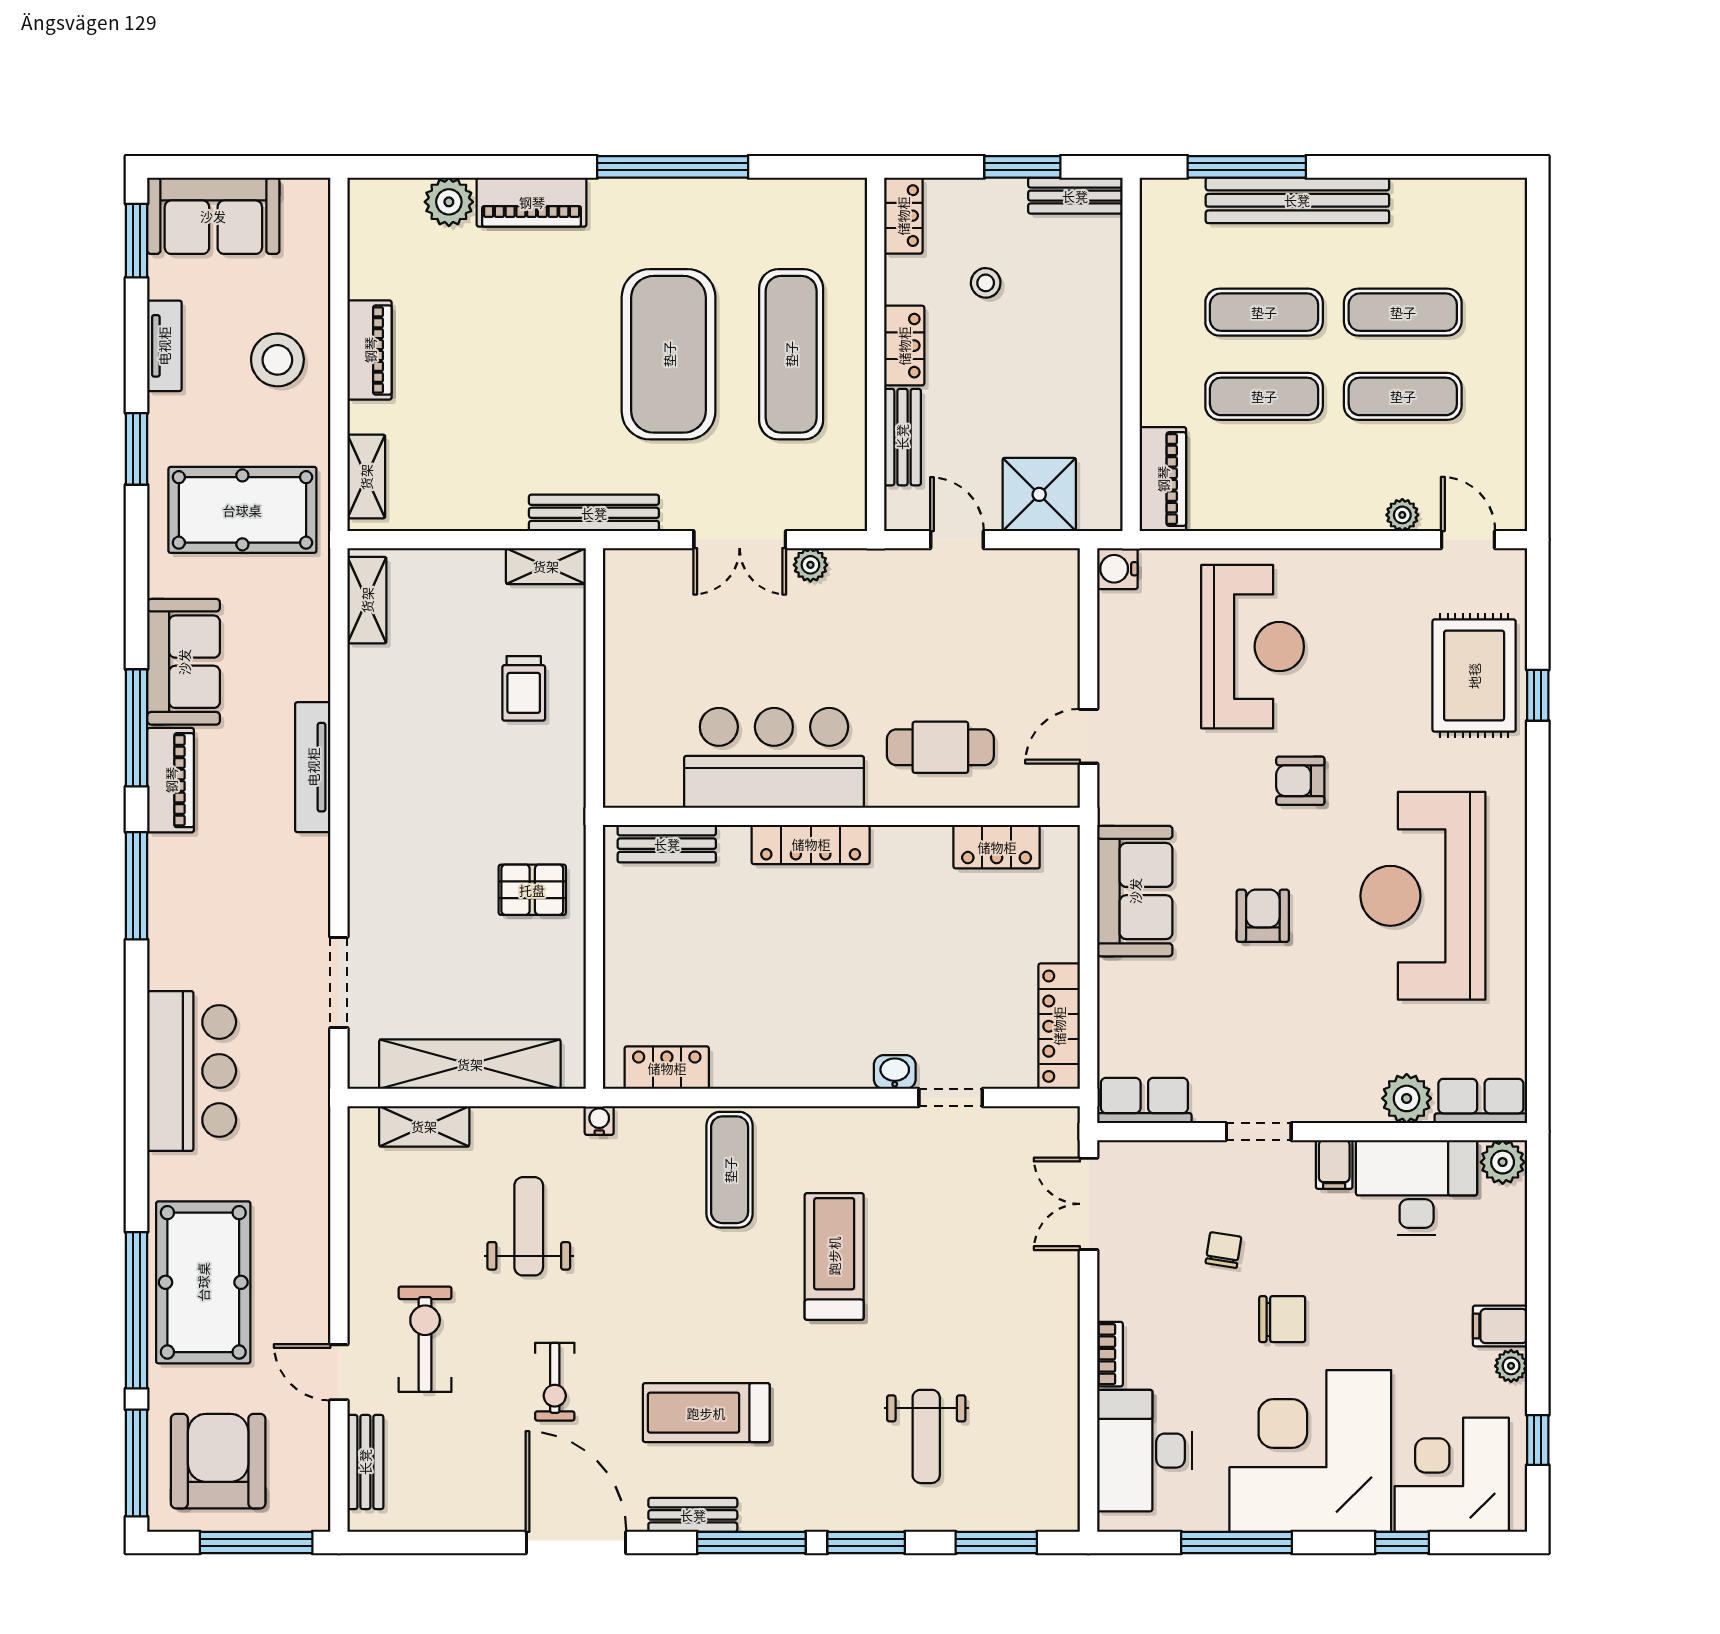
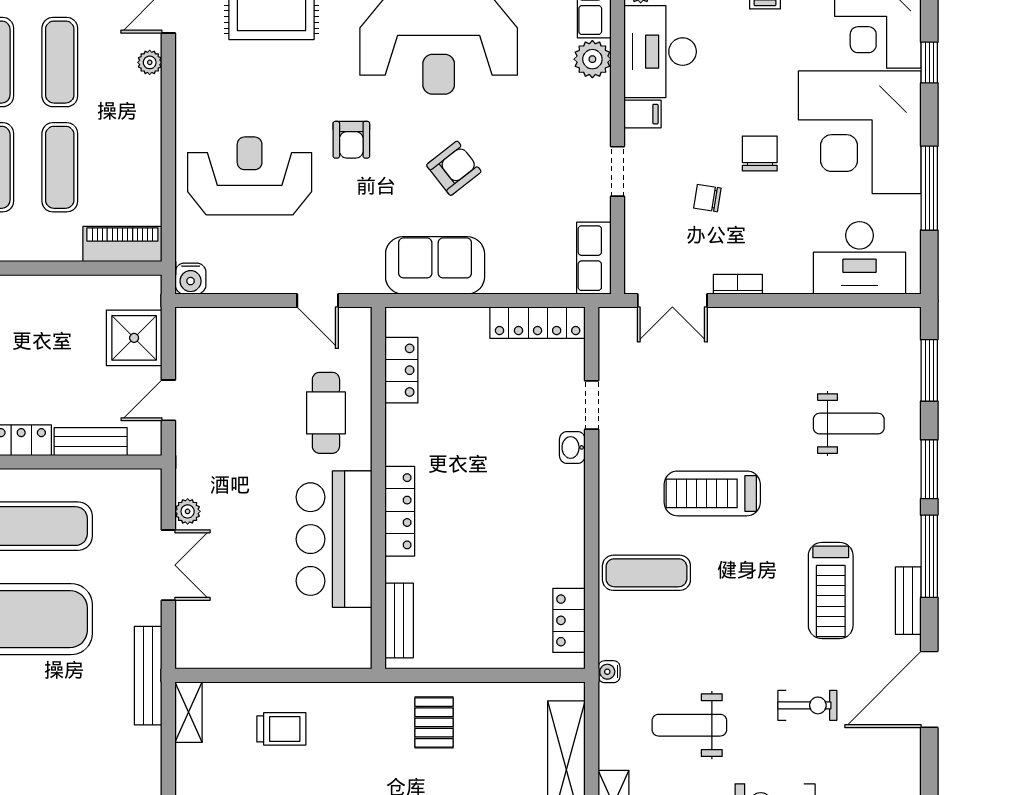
armchair: (1263, 916) -> (454, 168), turned 142
bookcase: (1110, 1354) -> (738, 284), moved

